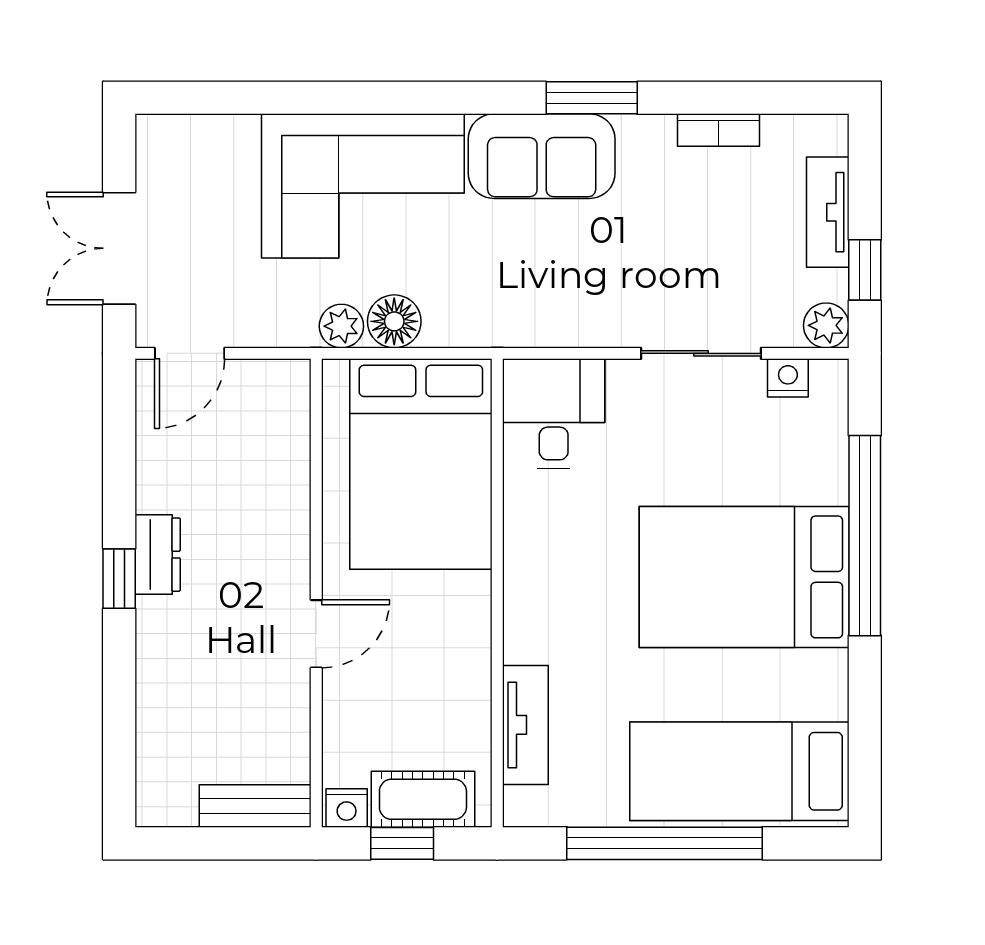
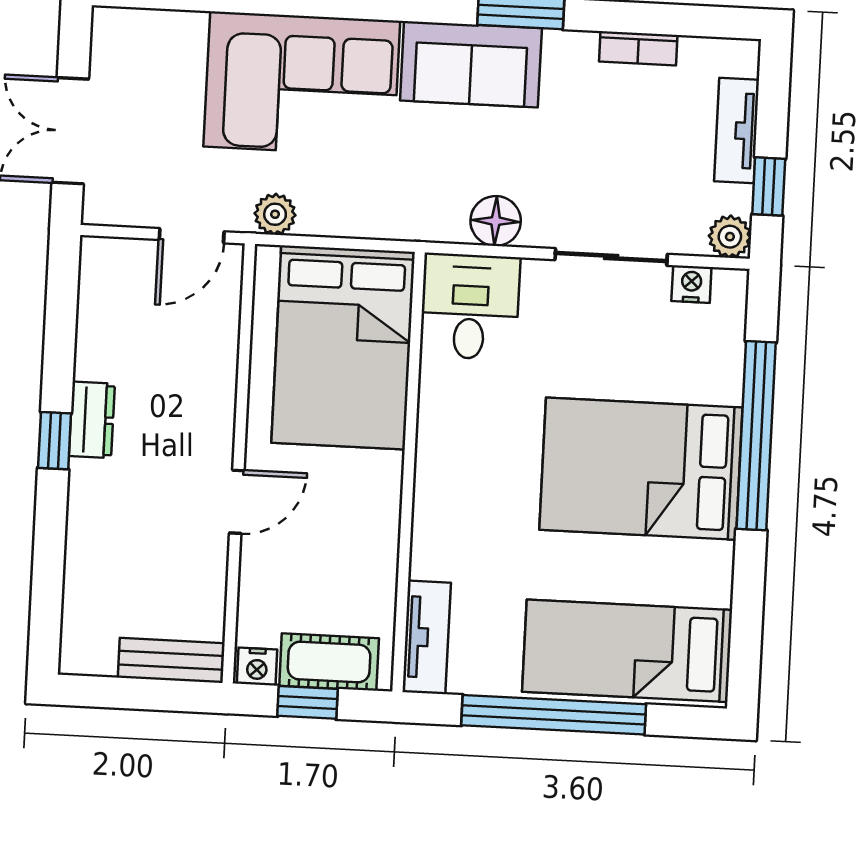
floor lamp: (394, 321) -> (496, 221), moved
door: (190, 353) -> (192, 236), moved
tv unit: (525, 725) -> (427, 637), moved

